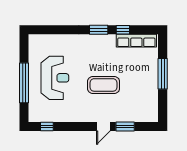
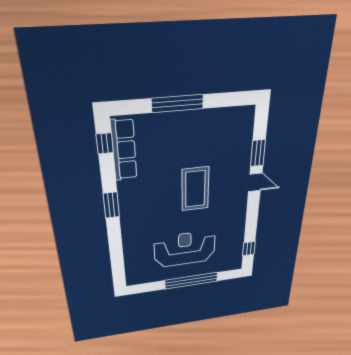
window: (123, 30) -> (105, 143), moved

